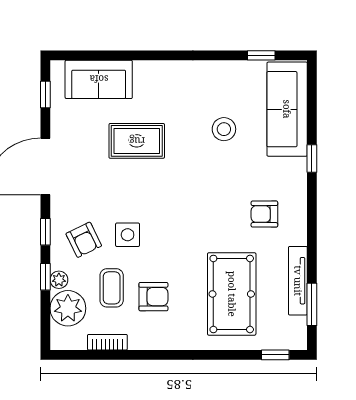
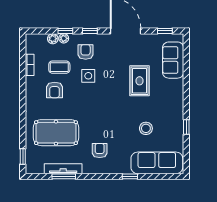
window: (261, 55) -> (186, 127), moved
armchair: (84, 240) -> (86, 52), turned 116
window: (312, 304) -> (64, 176), moved
plant: (68, 308) -> (53, 39), width x0.53, depth x0.53

